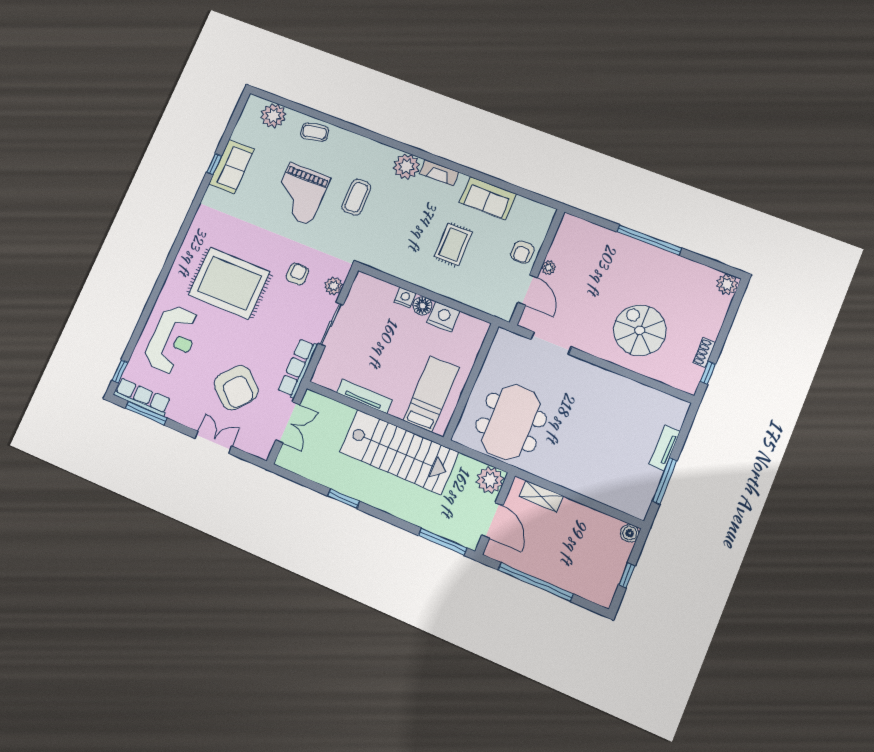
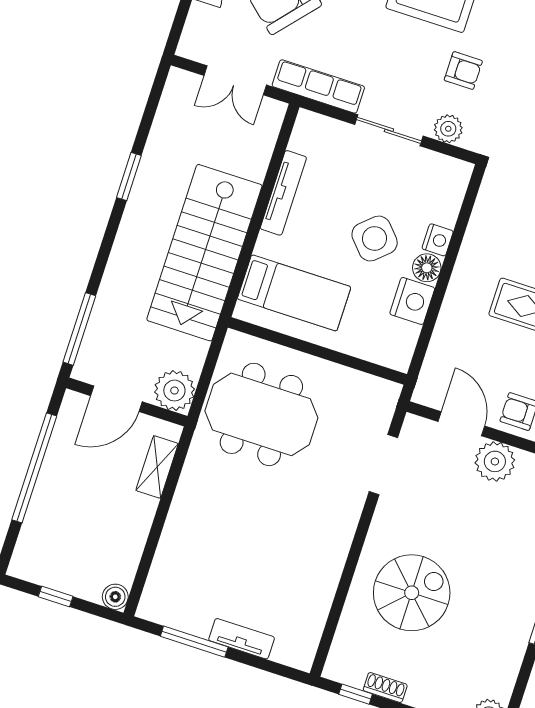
plant: (549, 267) -> (495, 461), width x1.87, depth x1.87
door: (528, 290) -> (461, 424), swing flipped
side table: (400, 339) -> (375, 238), added

